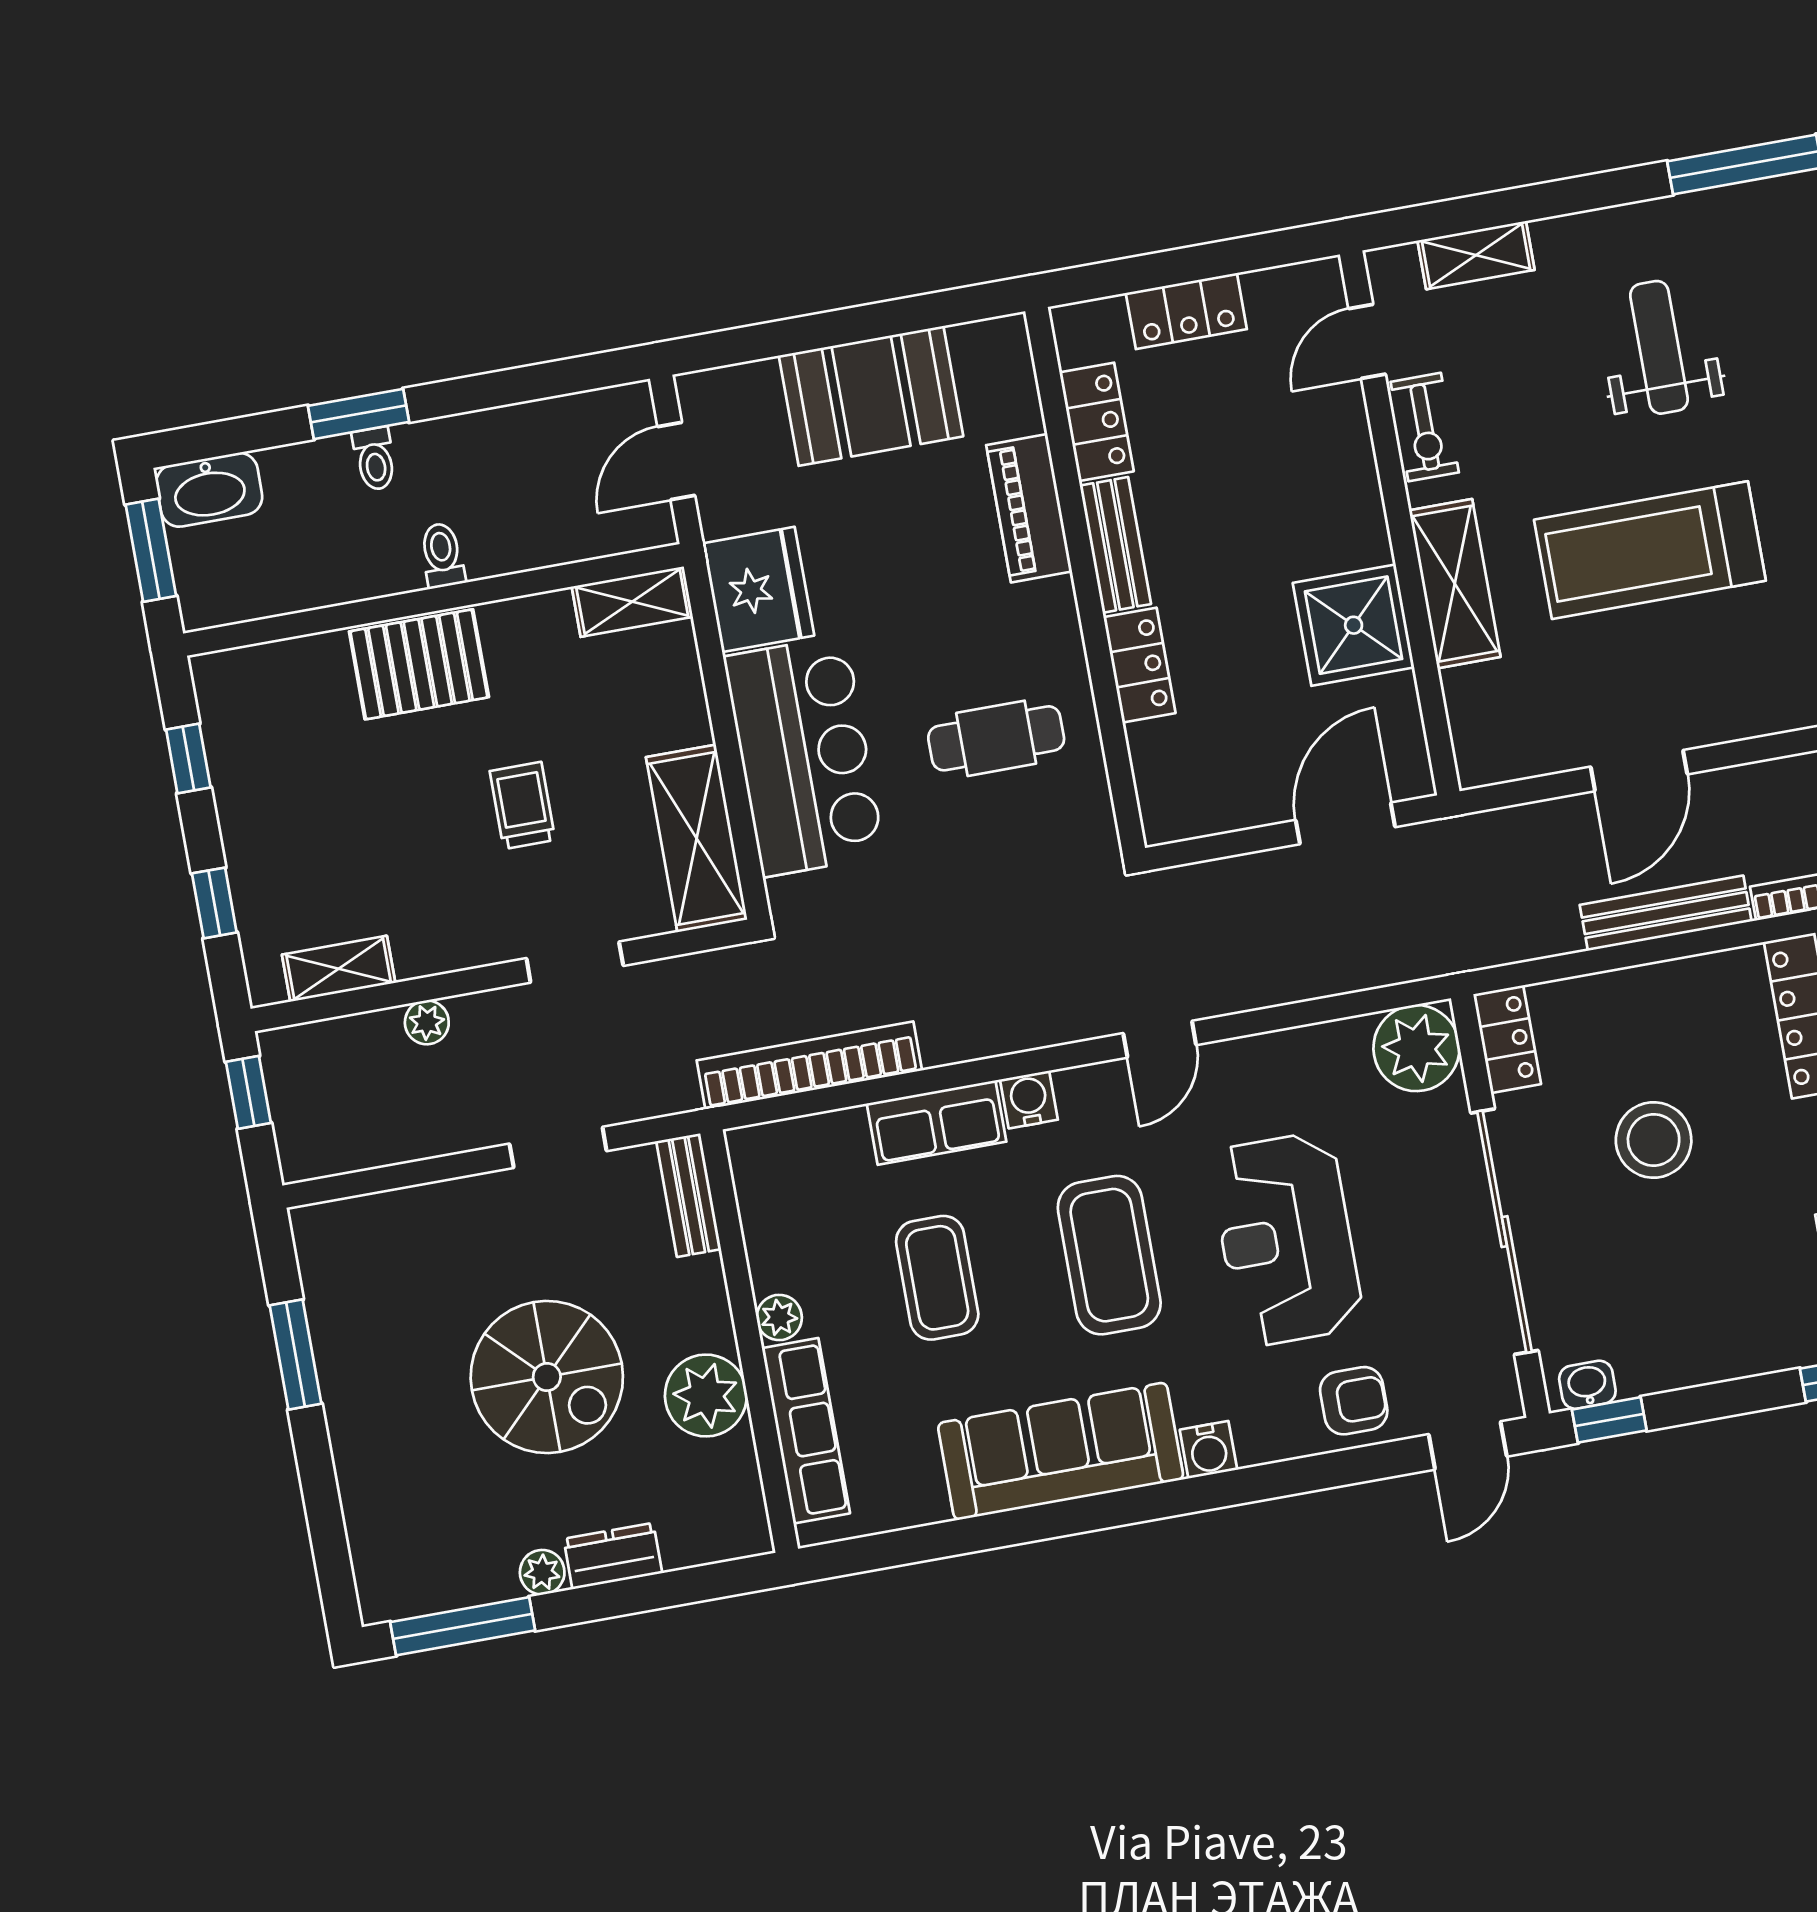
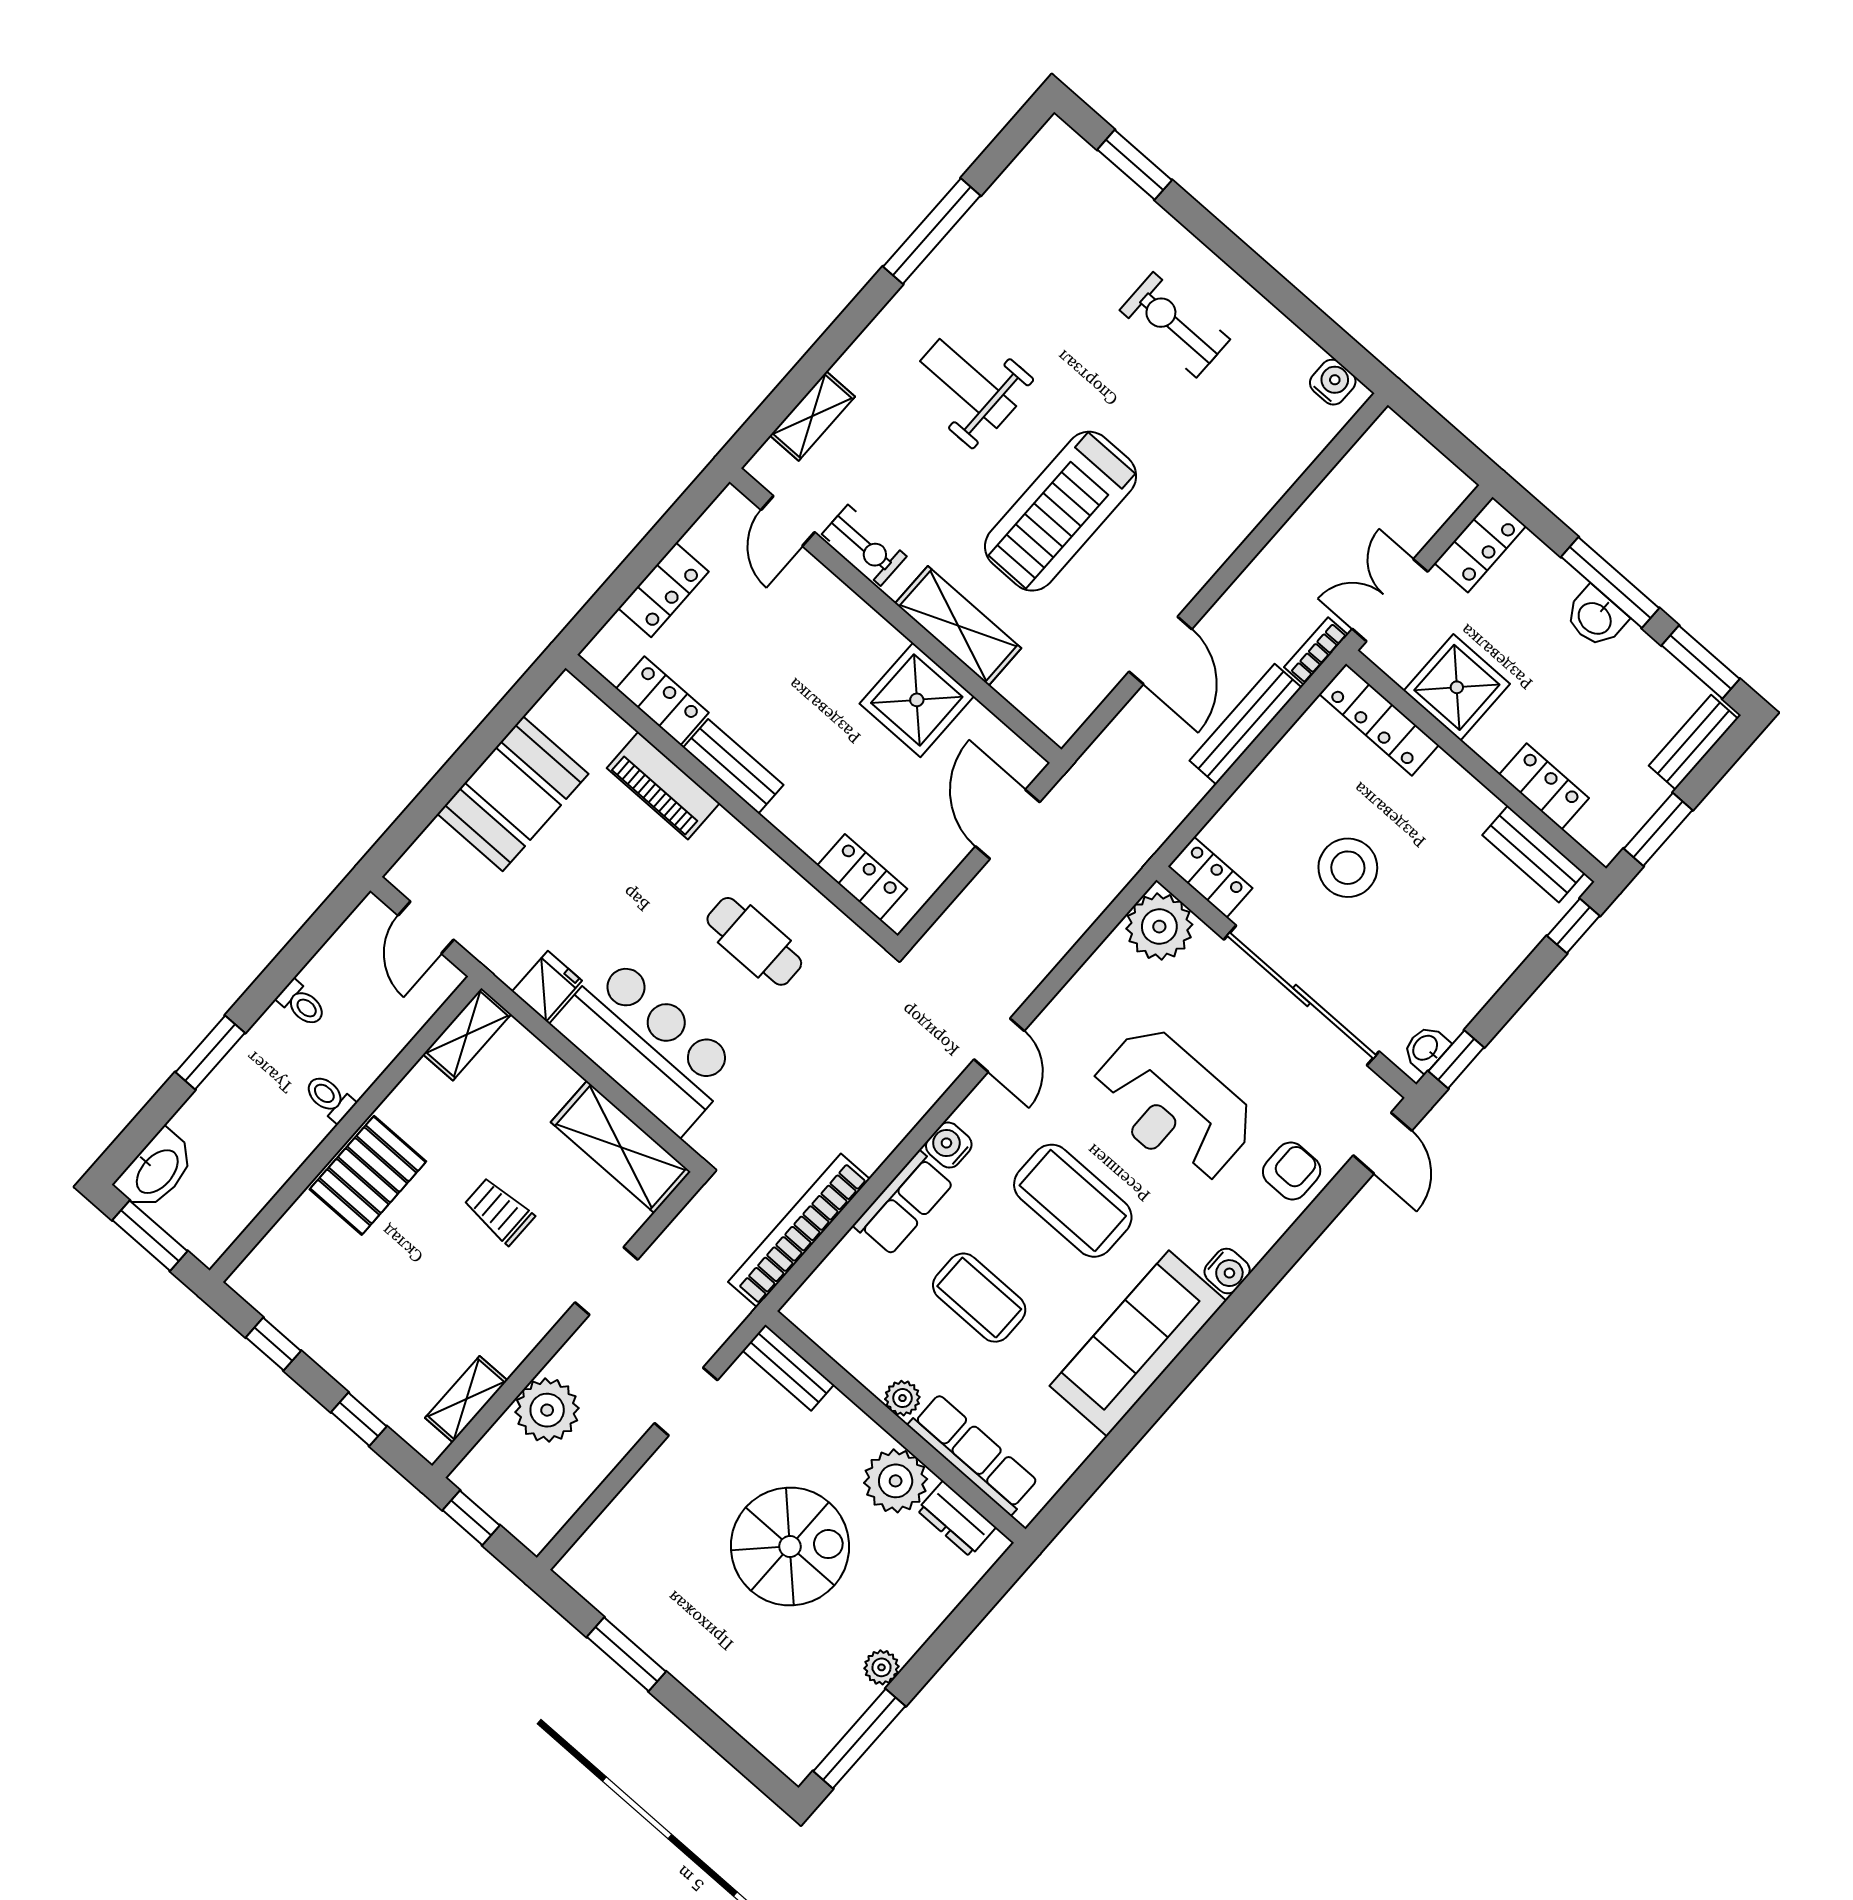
toilet: (375, 459) -> (302, 1004), moved
fridge: (758, 589) -> (547, 986), width x0.53, depth x0.75
locker: (1139, 665) -> (862, 877), moved
cafe table: (996, 738) -> (754, 941), turned 90
plant: (427, 1022) -> (547, 1410), width x1.88, depth x1.88
dresser: (613, 1556) -> (957, 1519), moved, turned -90

